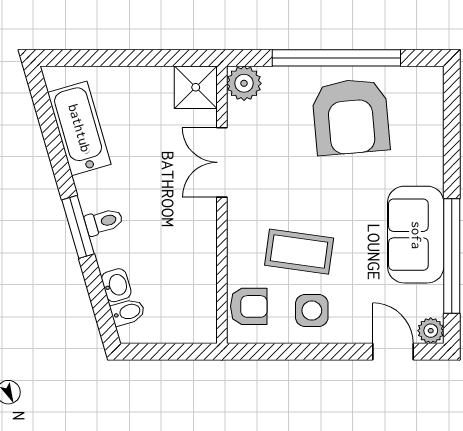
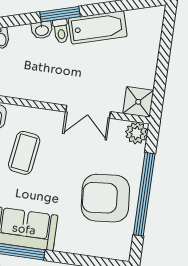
bathtub: (79, 128) -> (98, 27), moved
double door: (222, 162) -> (88, 112), swing flipped
washbasin: (116, 285) -> (42, 30), moved

